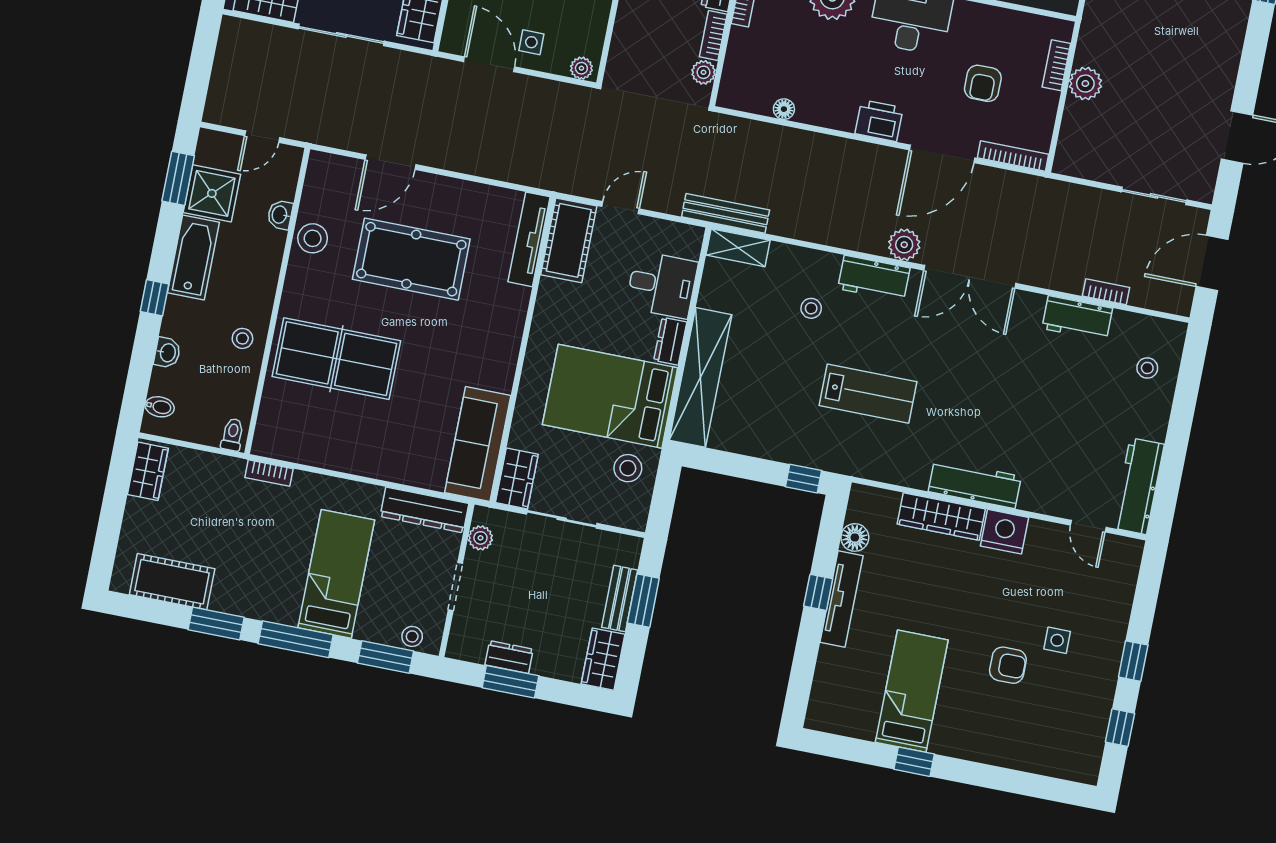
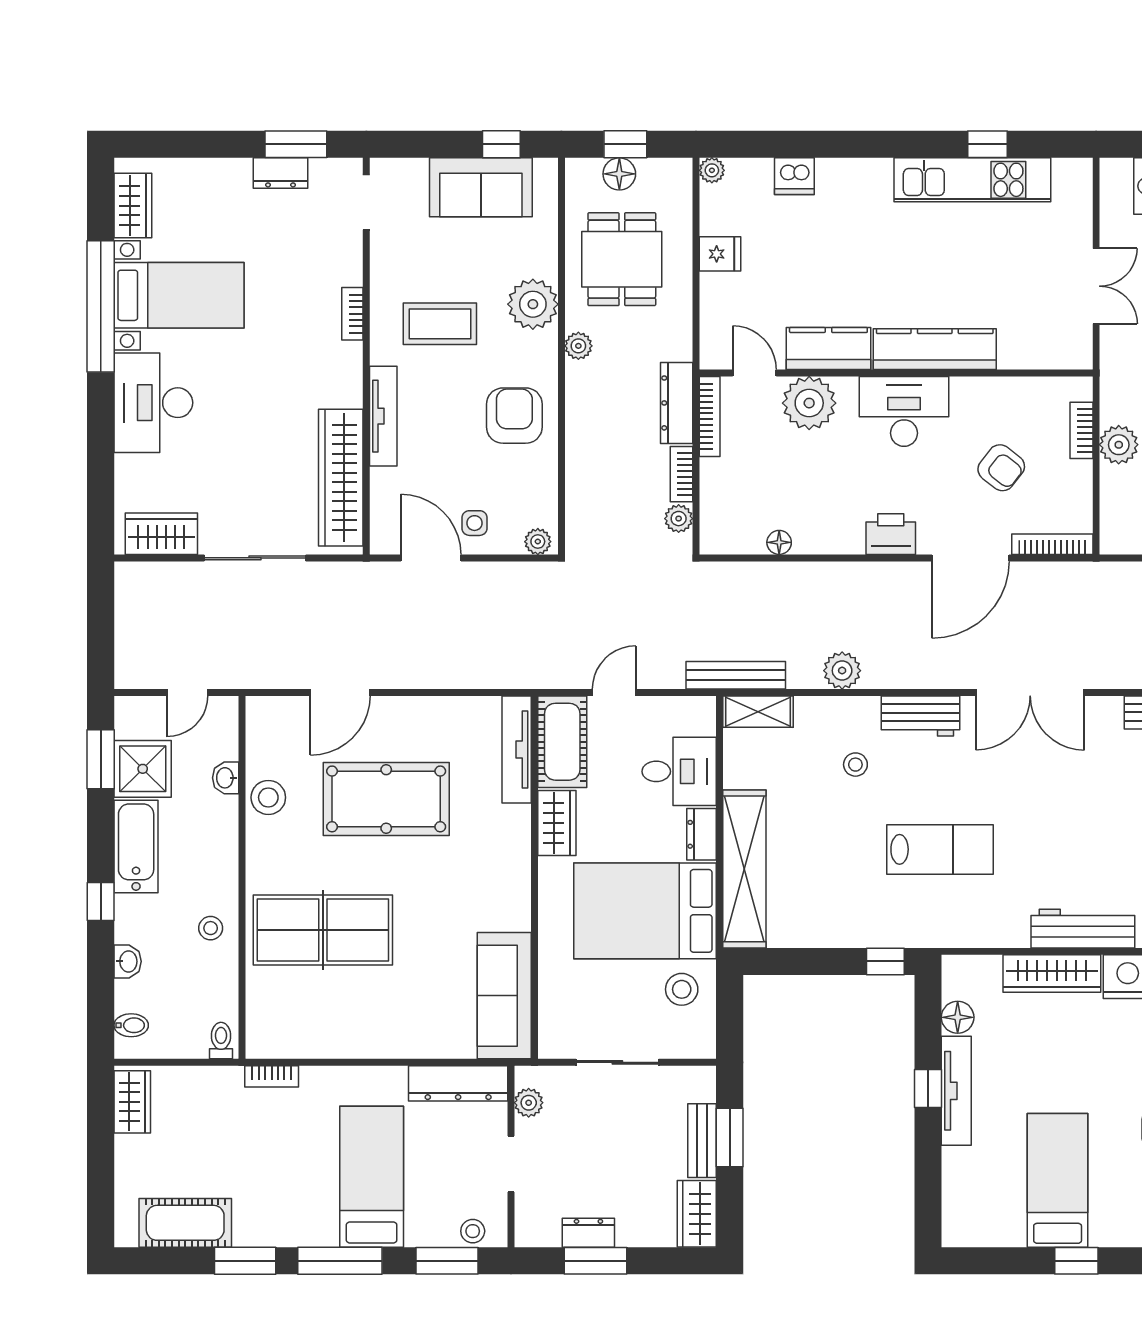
armchair: (983, 83) -> (1001, 468), turned -52
plant: (904, 245) -> (842, 671), moved
wardrobe: (517, 478) -> (557, 823), moved

